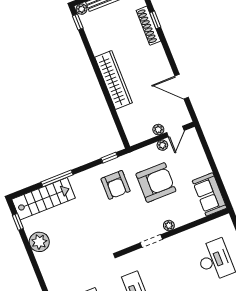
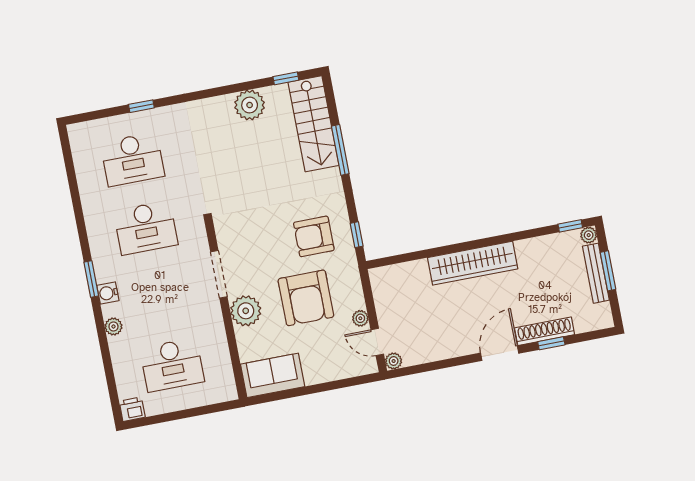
door: (182, 87) -> (500, 353), moved
plant: (158, 130) -> (394, 361), moved
plant: (169, 225) -> (246, 311), width x1.87, depth x1.87
doorway: (151, 241) -> (219, 274), width x1.38

